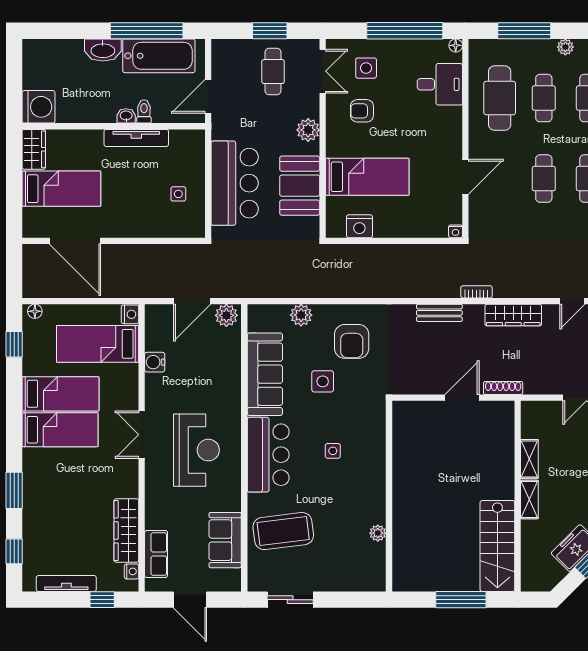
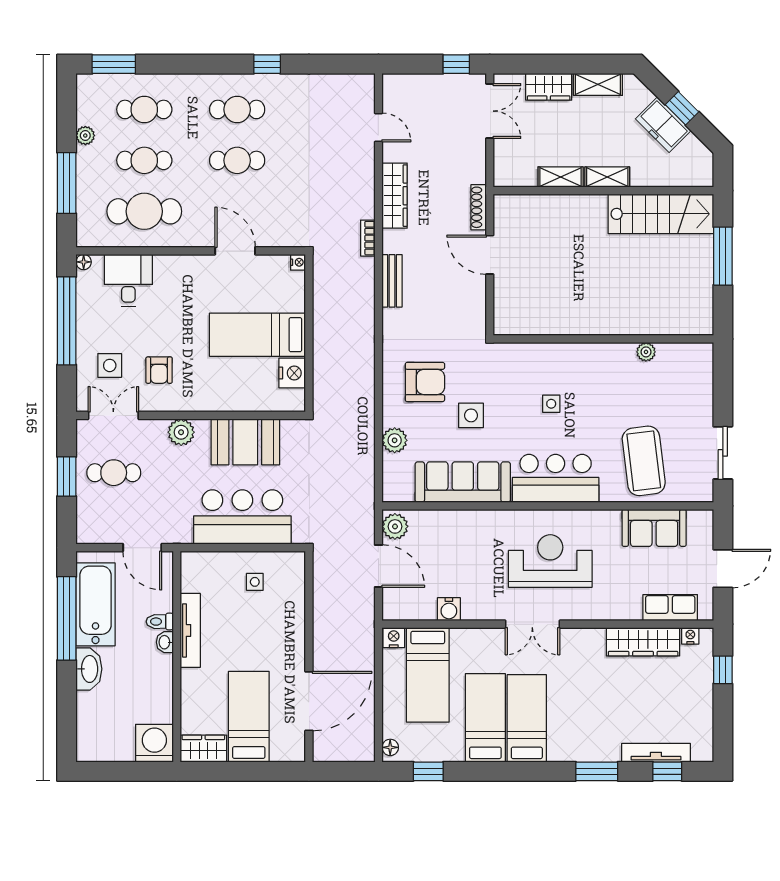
bed: (367, 177) -> (257, 335), moved, turned -90
tv unit: (66, 584) -> (656, 753), moved, turned 90

